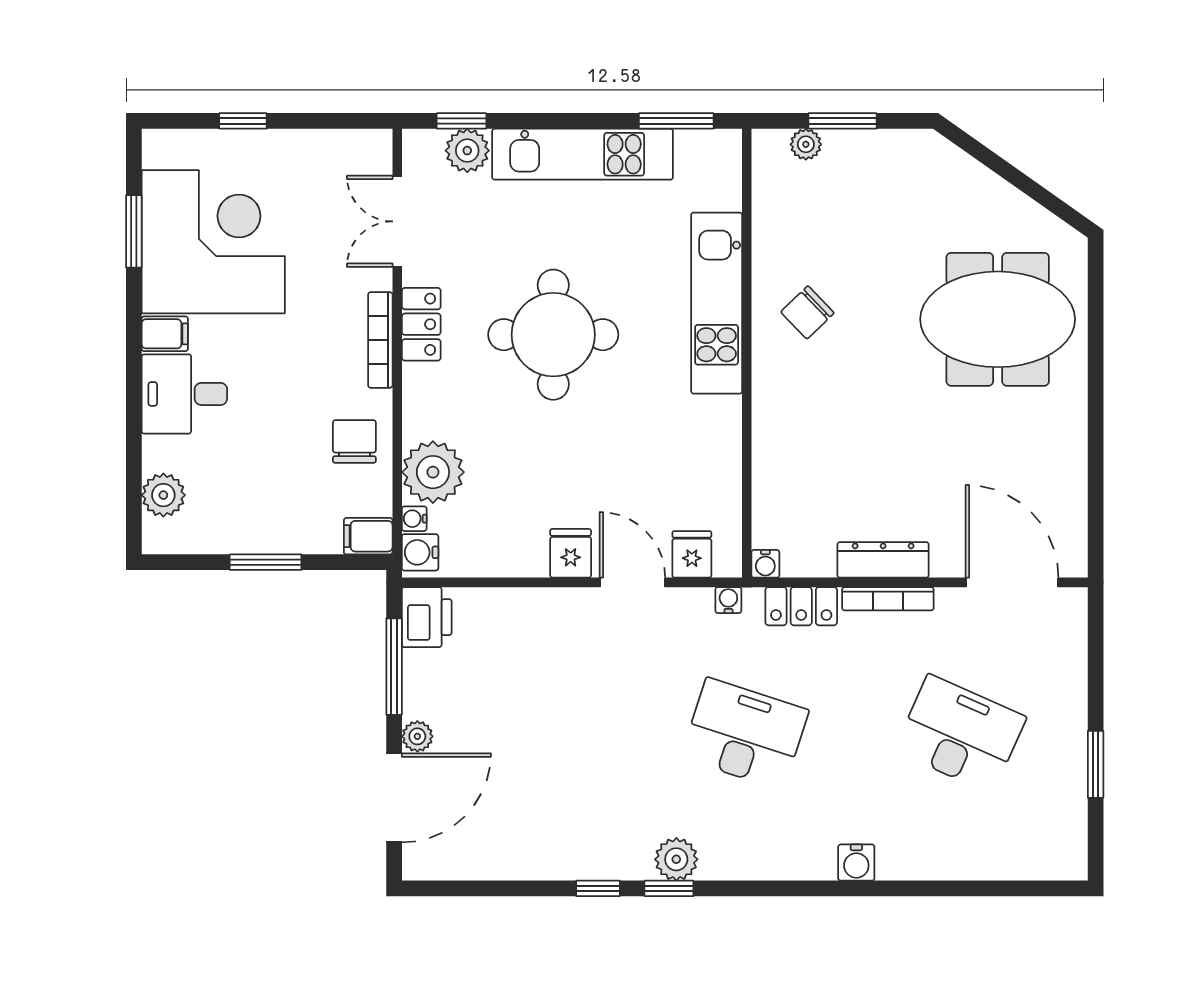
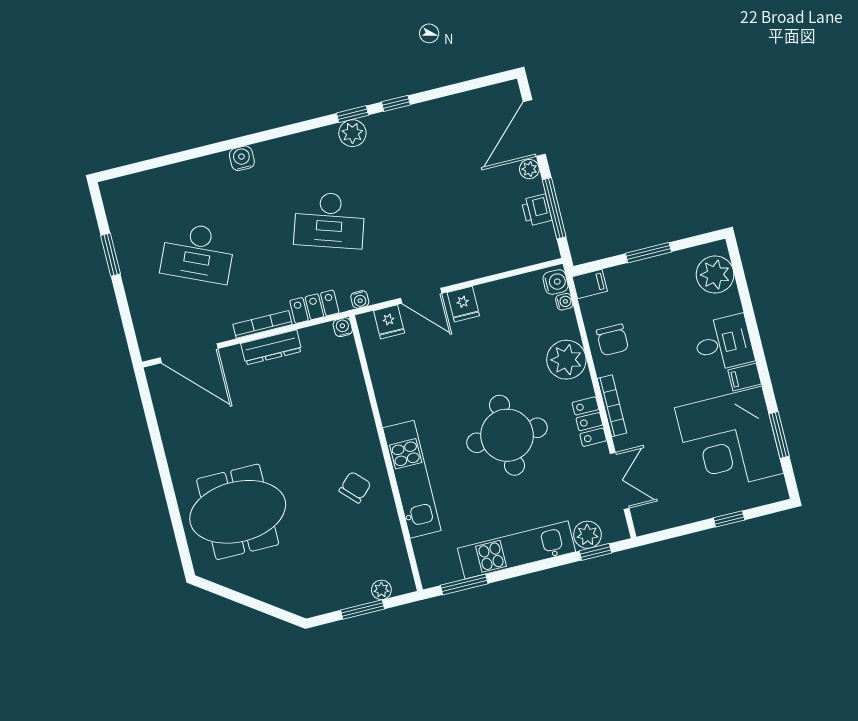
plant: (433, 472) -> (566, 360), moved
plant: (163, 495) -> (715, 275), width x1.36, depth x1.36
printer: (427, 617) -> (537, 210), moved, width x0.73, depth x0.81

